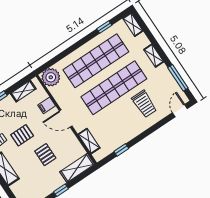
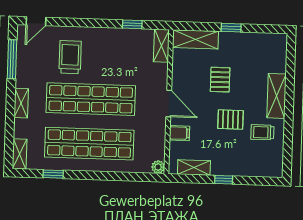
plant: (51, 77) -> (158, 167), width x0.53, depth x0.53
shelving: (89, 141) -> (161, 46), moved

